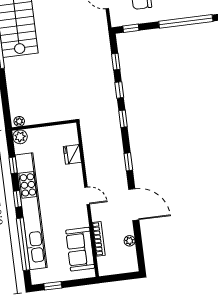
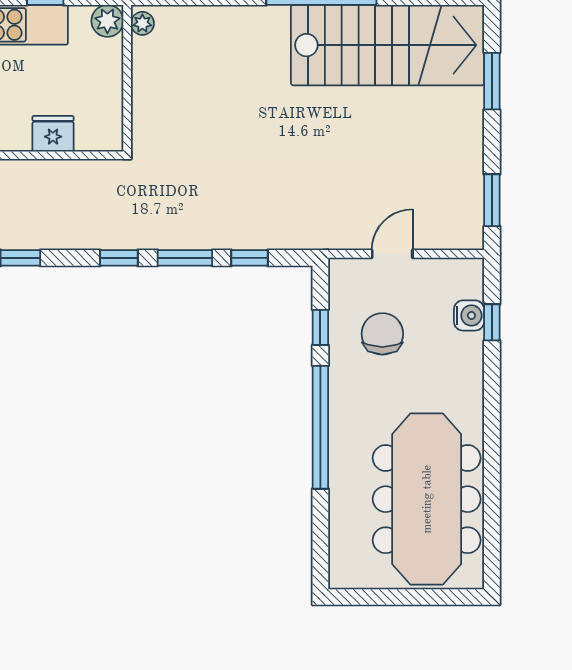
window: (131, 28) -> (320, 327), moved
window: (119, 90) -> (185, 258), width x1.50

